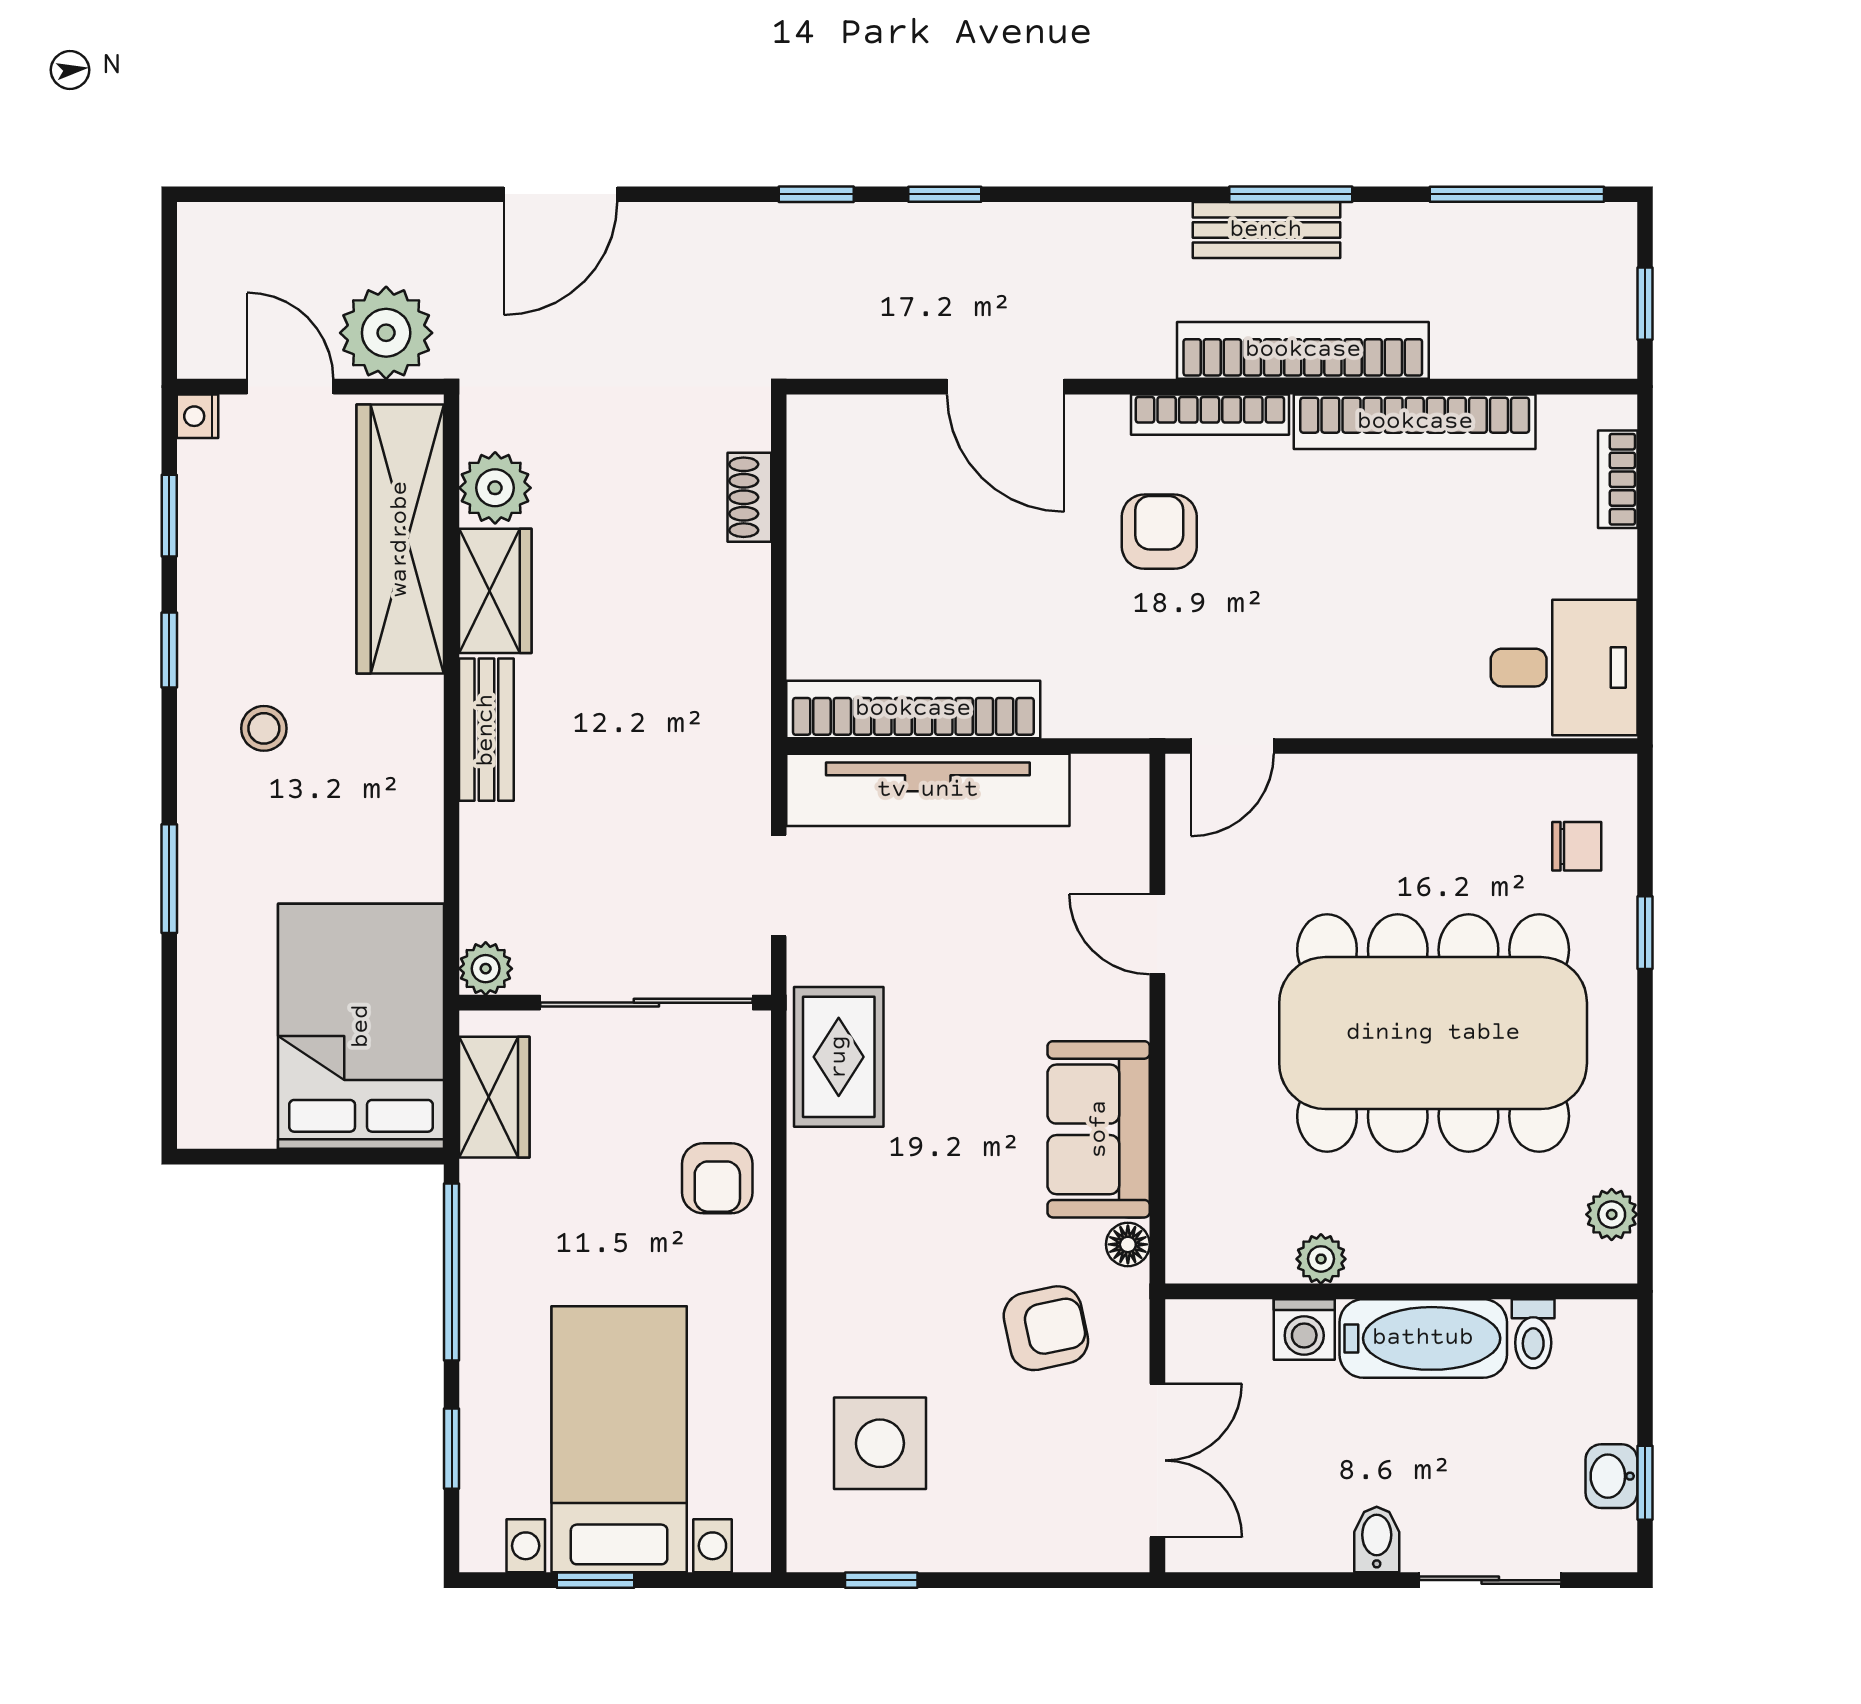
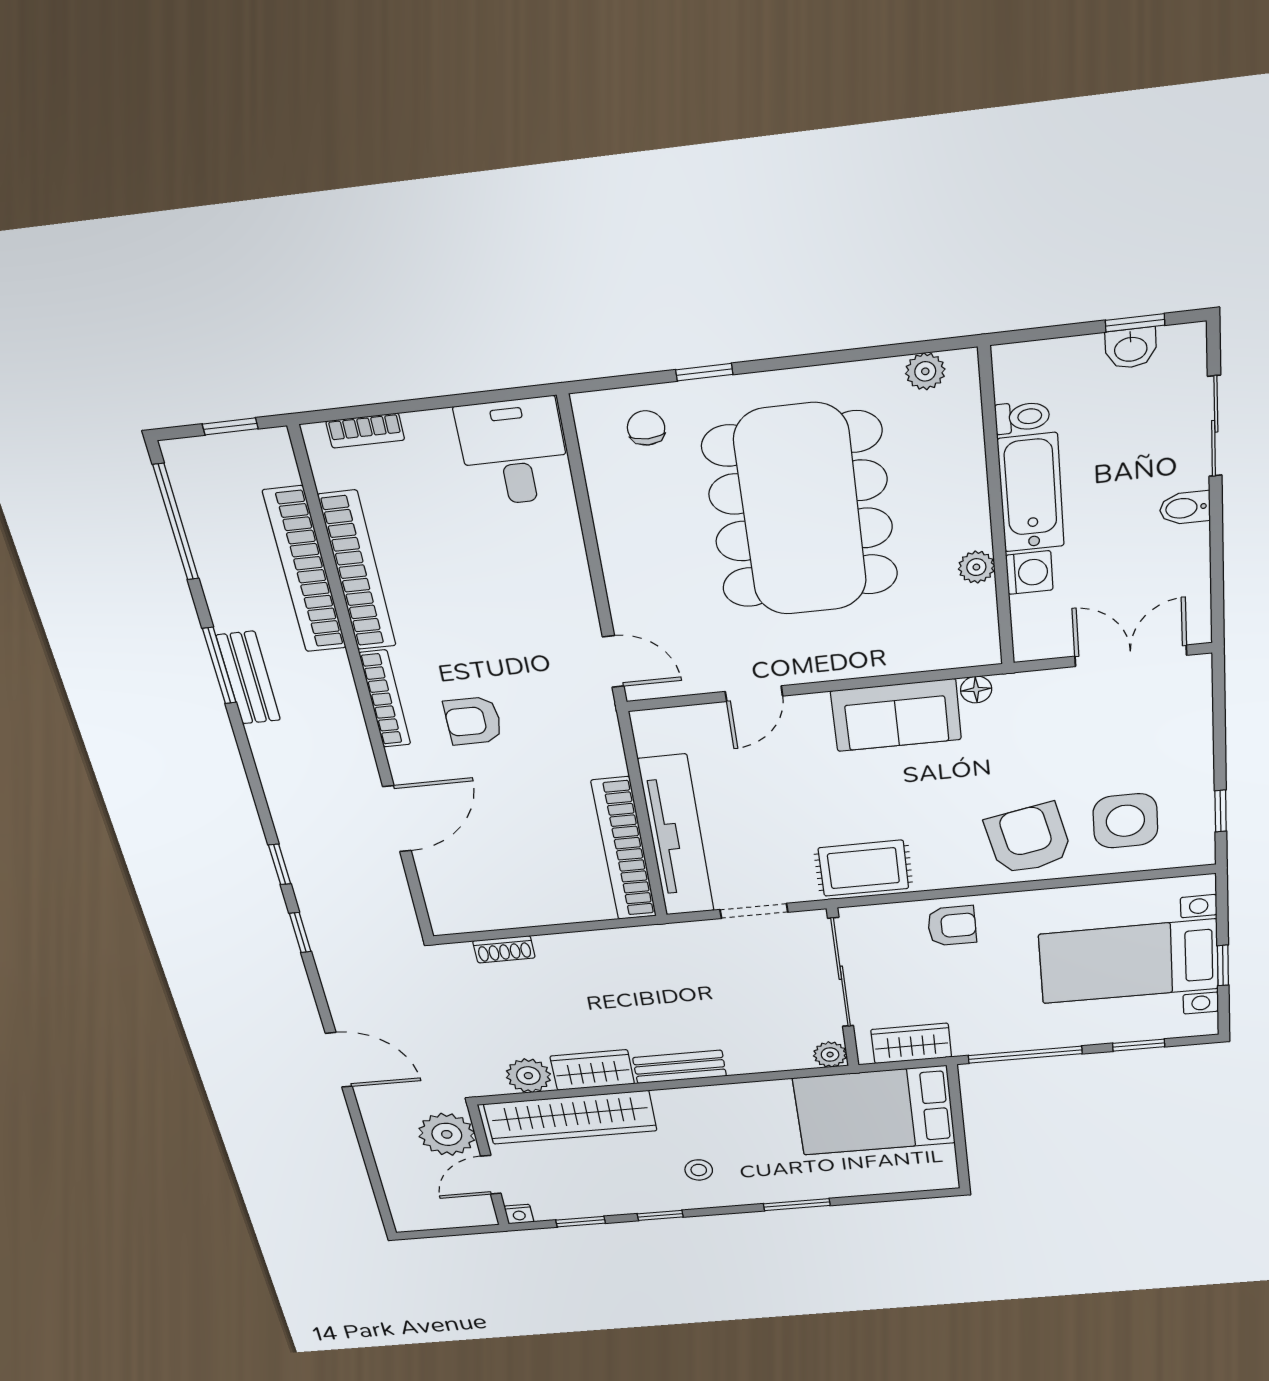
bookcase: (1303, 350) -> (305, 570), moved
armchair: (1046, 1328) -> (1028, 839), moved, width x1.38, depth x1.38

